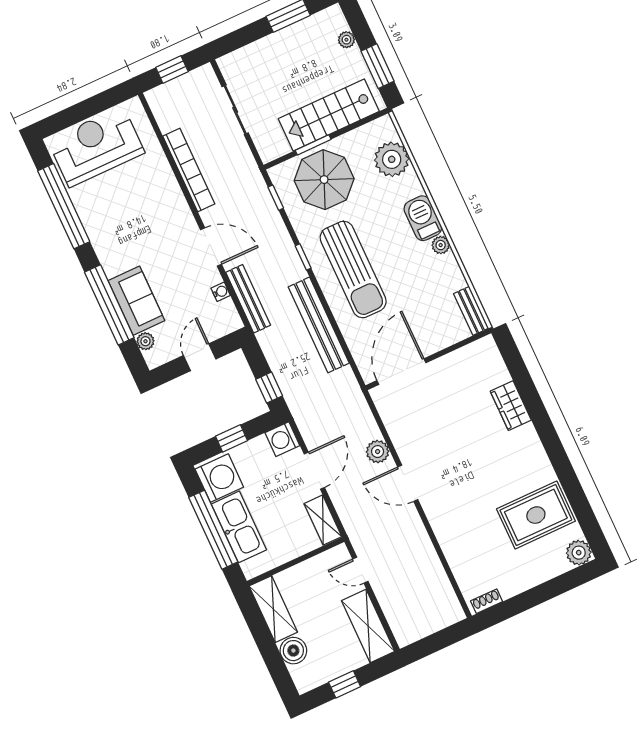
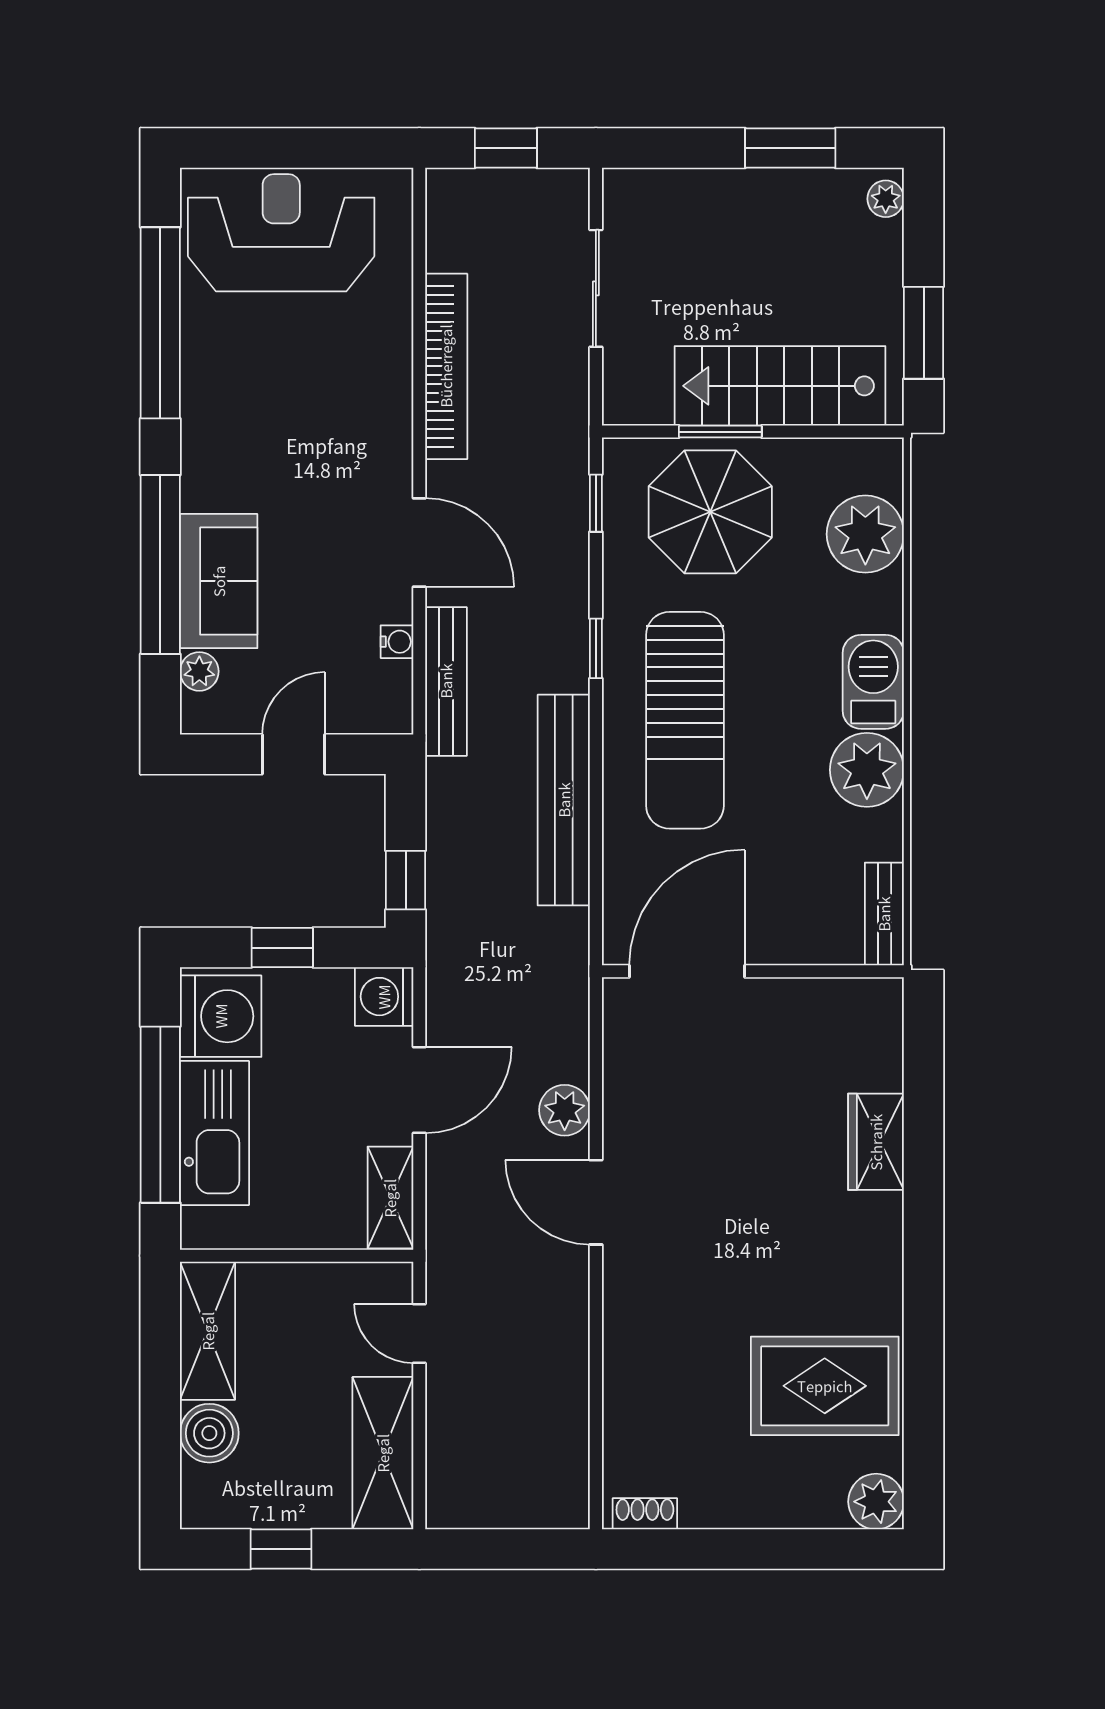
plant: (346, 40) -> (886, 199), moved
plant: (441, 245) -> (867, 770), width x1.88, depth x1.88

